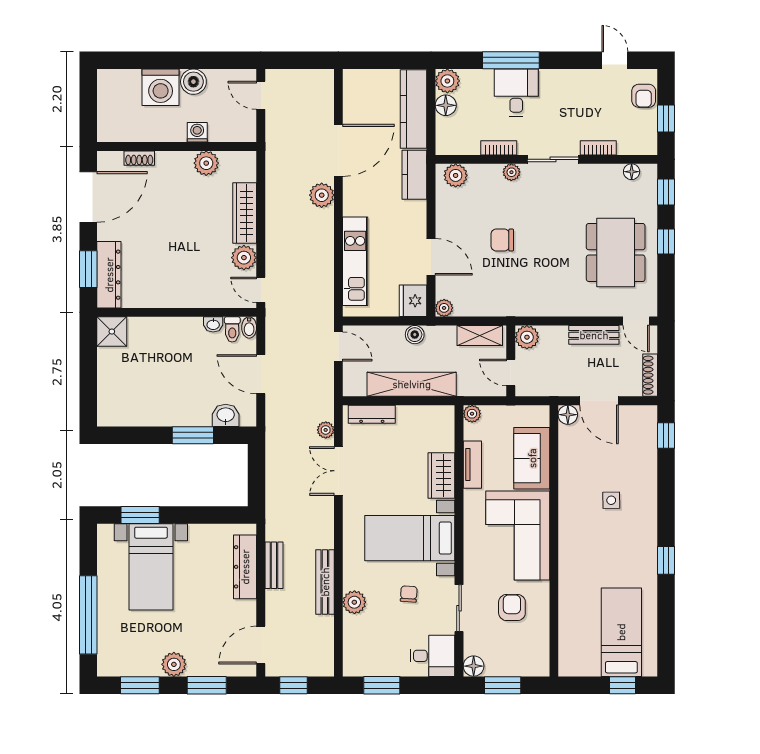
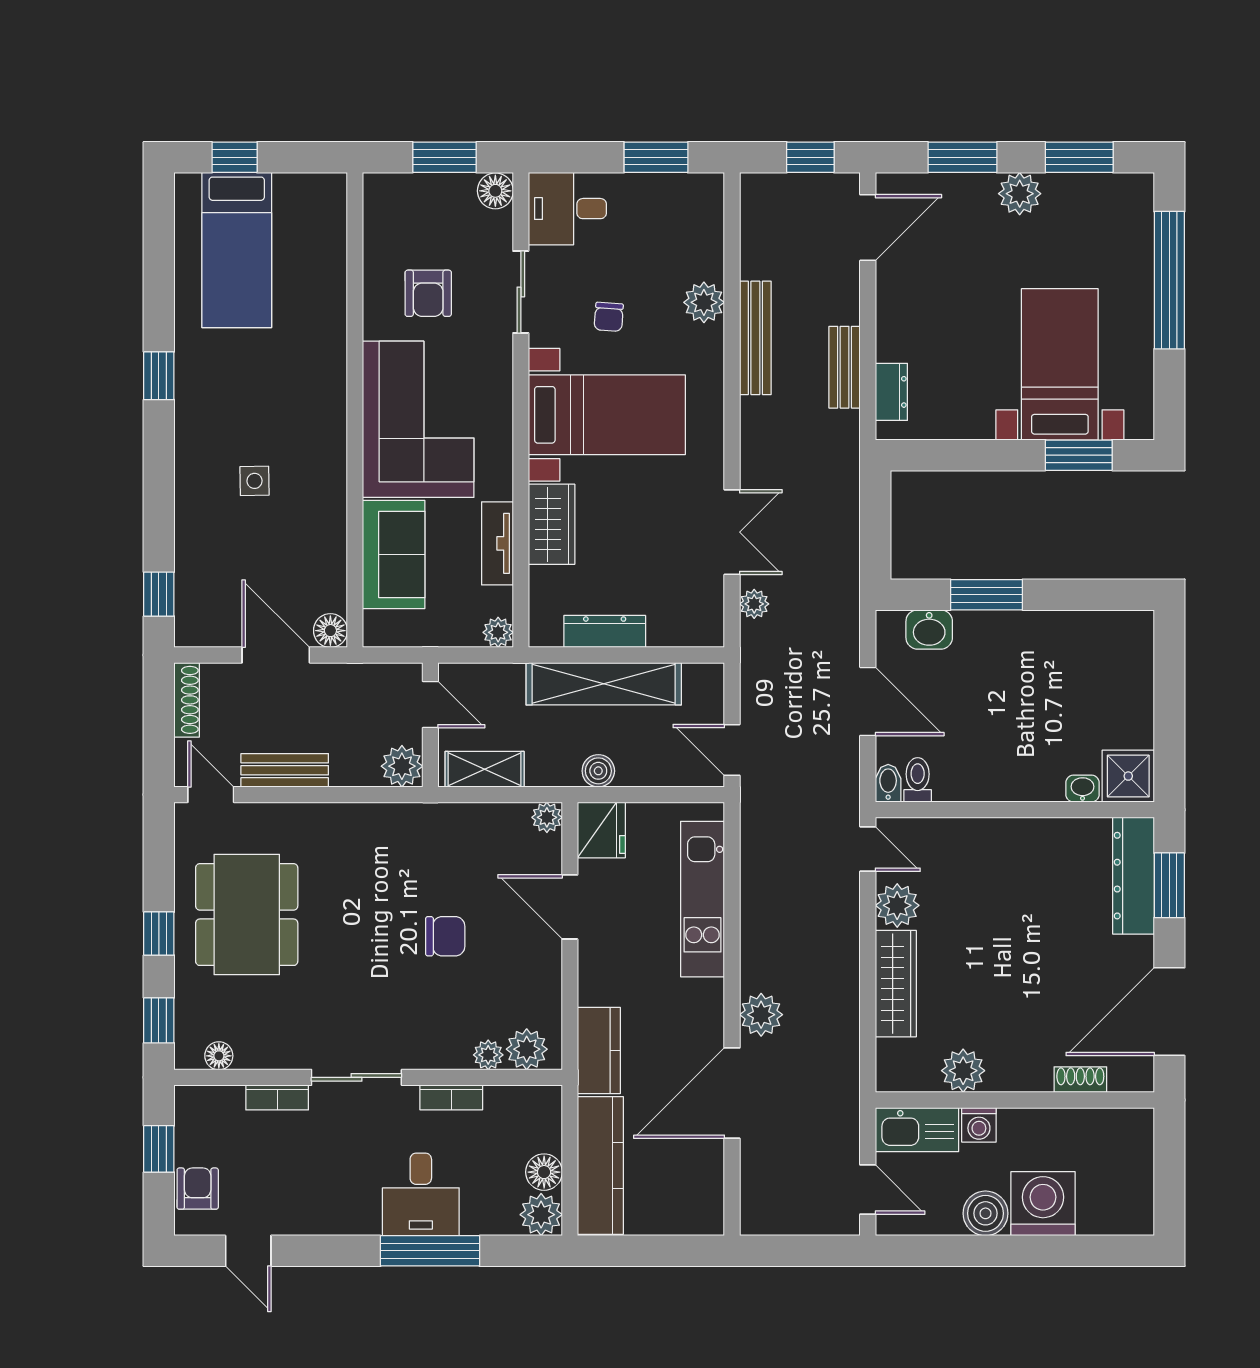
kitchen sink: (233, 130) -> (917, 1130), added
plant: (511, 172) -> (488, 1055), moved
washbasin: (213, 324) -> (1083, 789), moved
dresser: (372, 414) -> (605, 631), moved
dresser: (245, 567) -> (891, 392), width x0.51, depth x0.80

